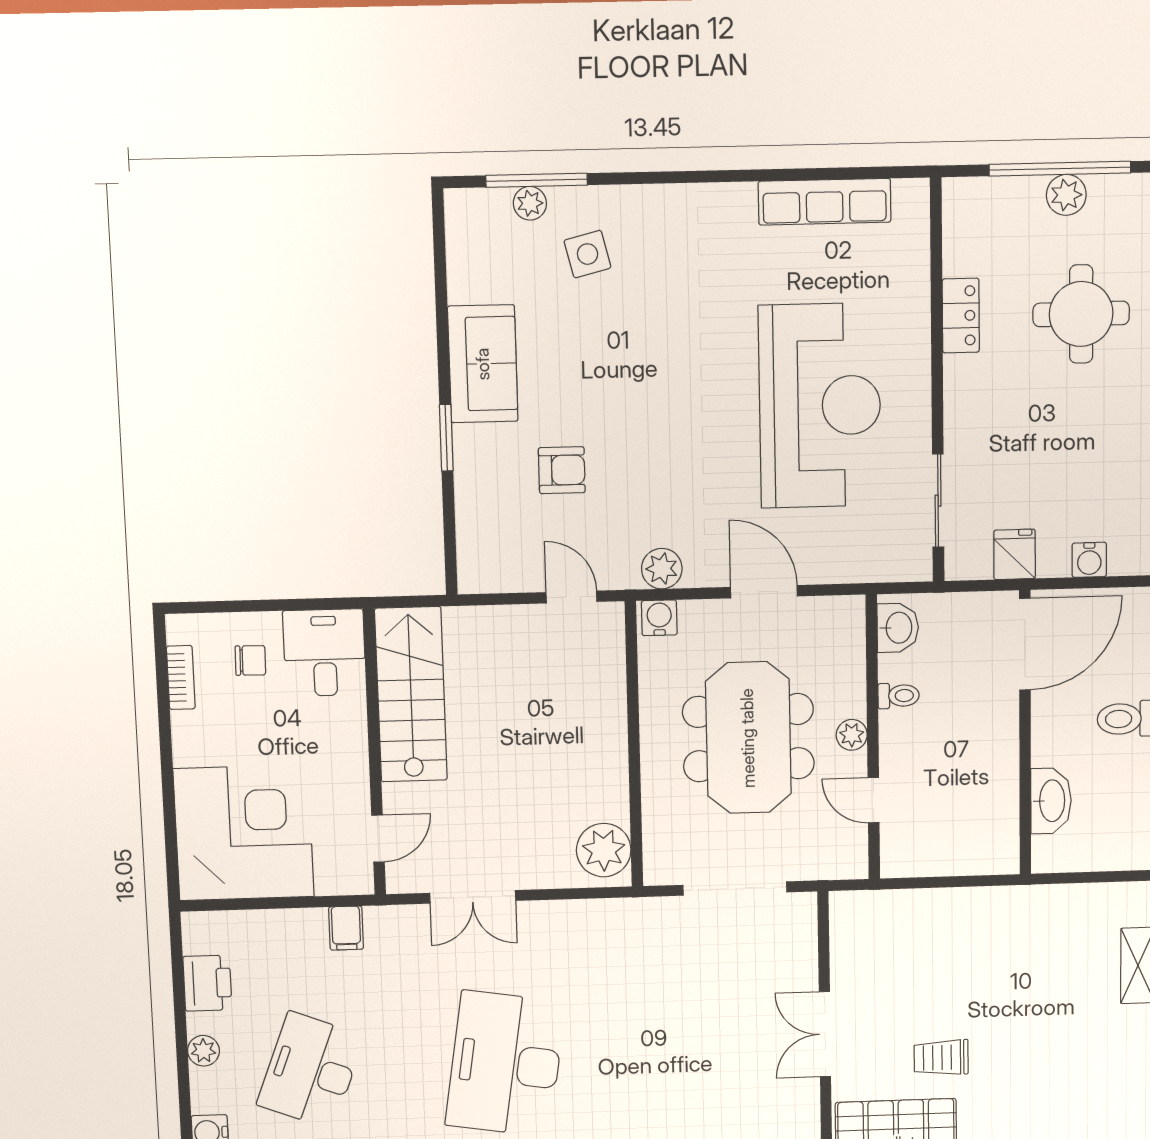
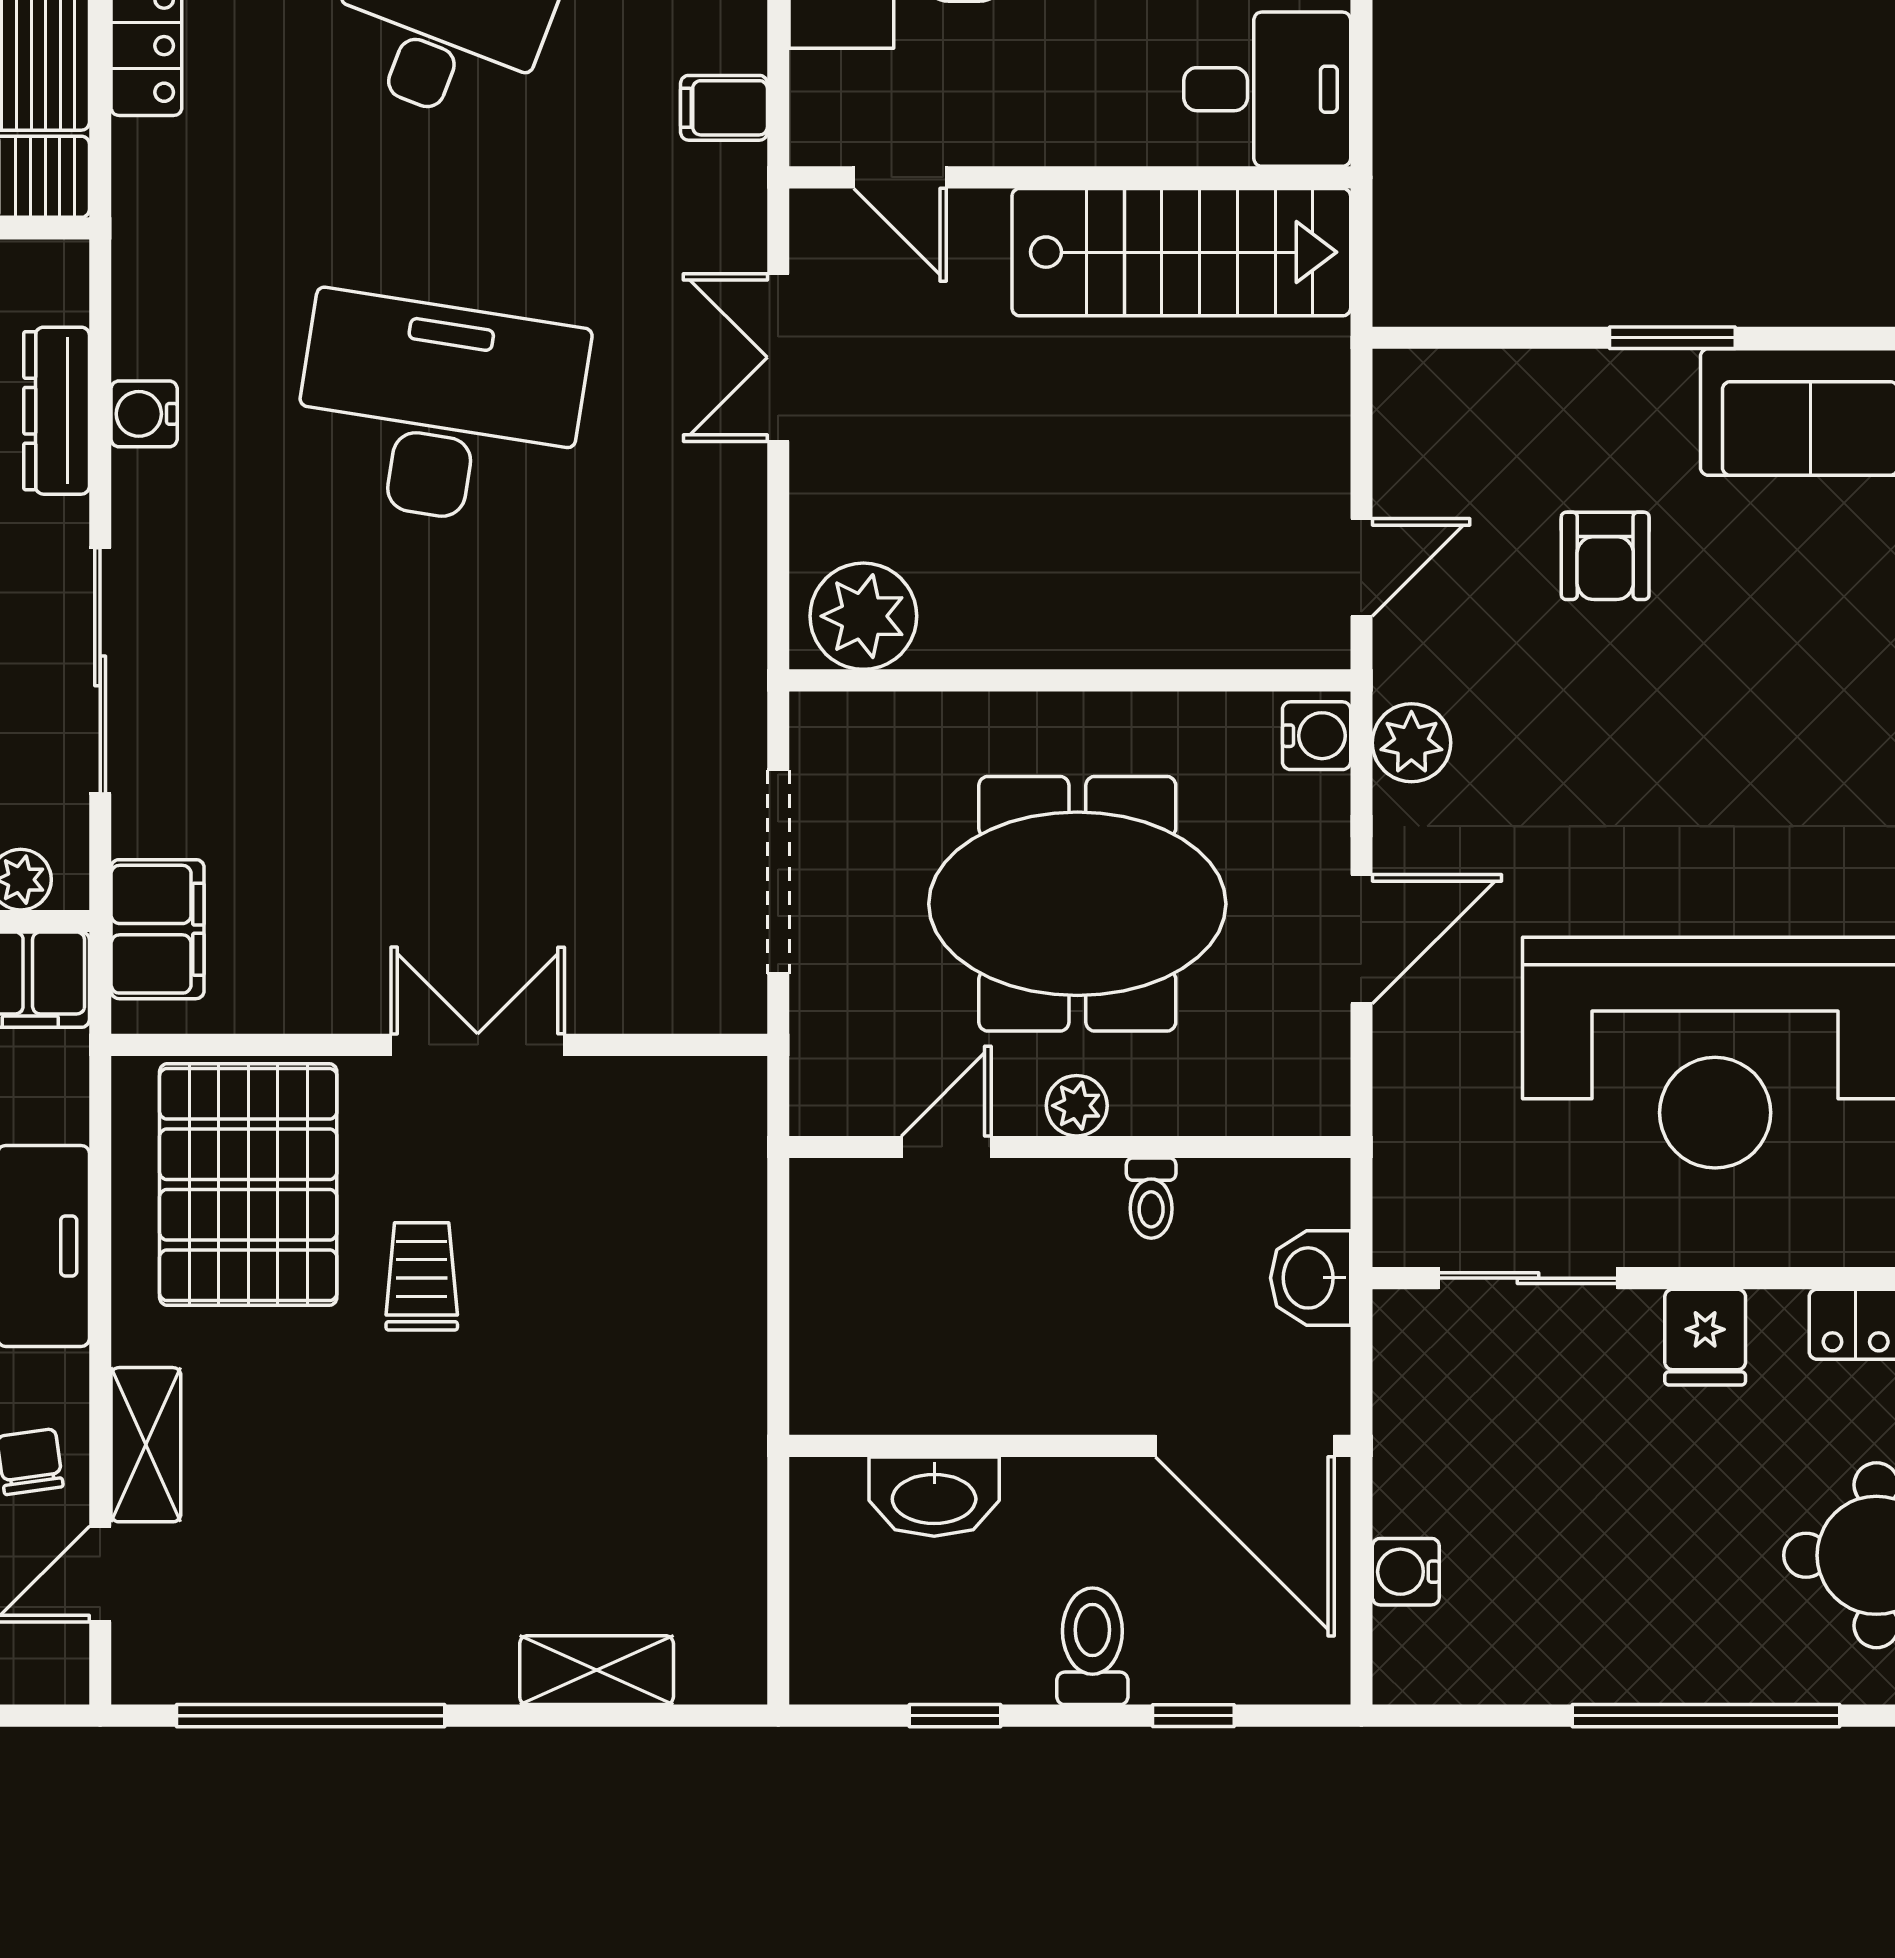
fridge: (1015, 554) -> (1705, 1337), moved, turned 90
washbasin: (898, 628) -> (1311, 1278), moved, turned 90

